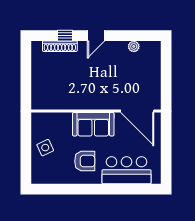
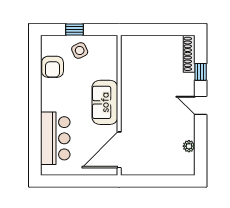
shoe rack: (60, 46) -> (189, 54), moved
window: (26, 152) -> (74, 30), added
armchair: (85, 161) -> (53, 67), moved

